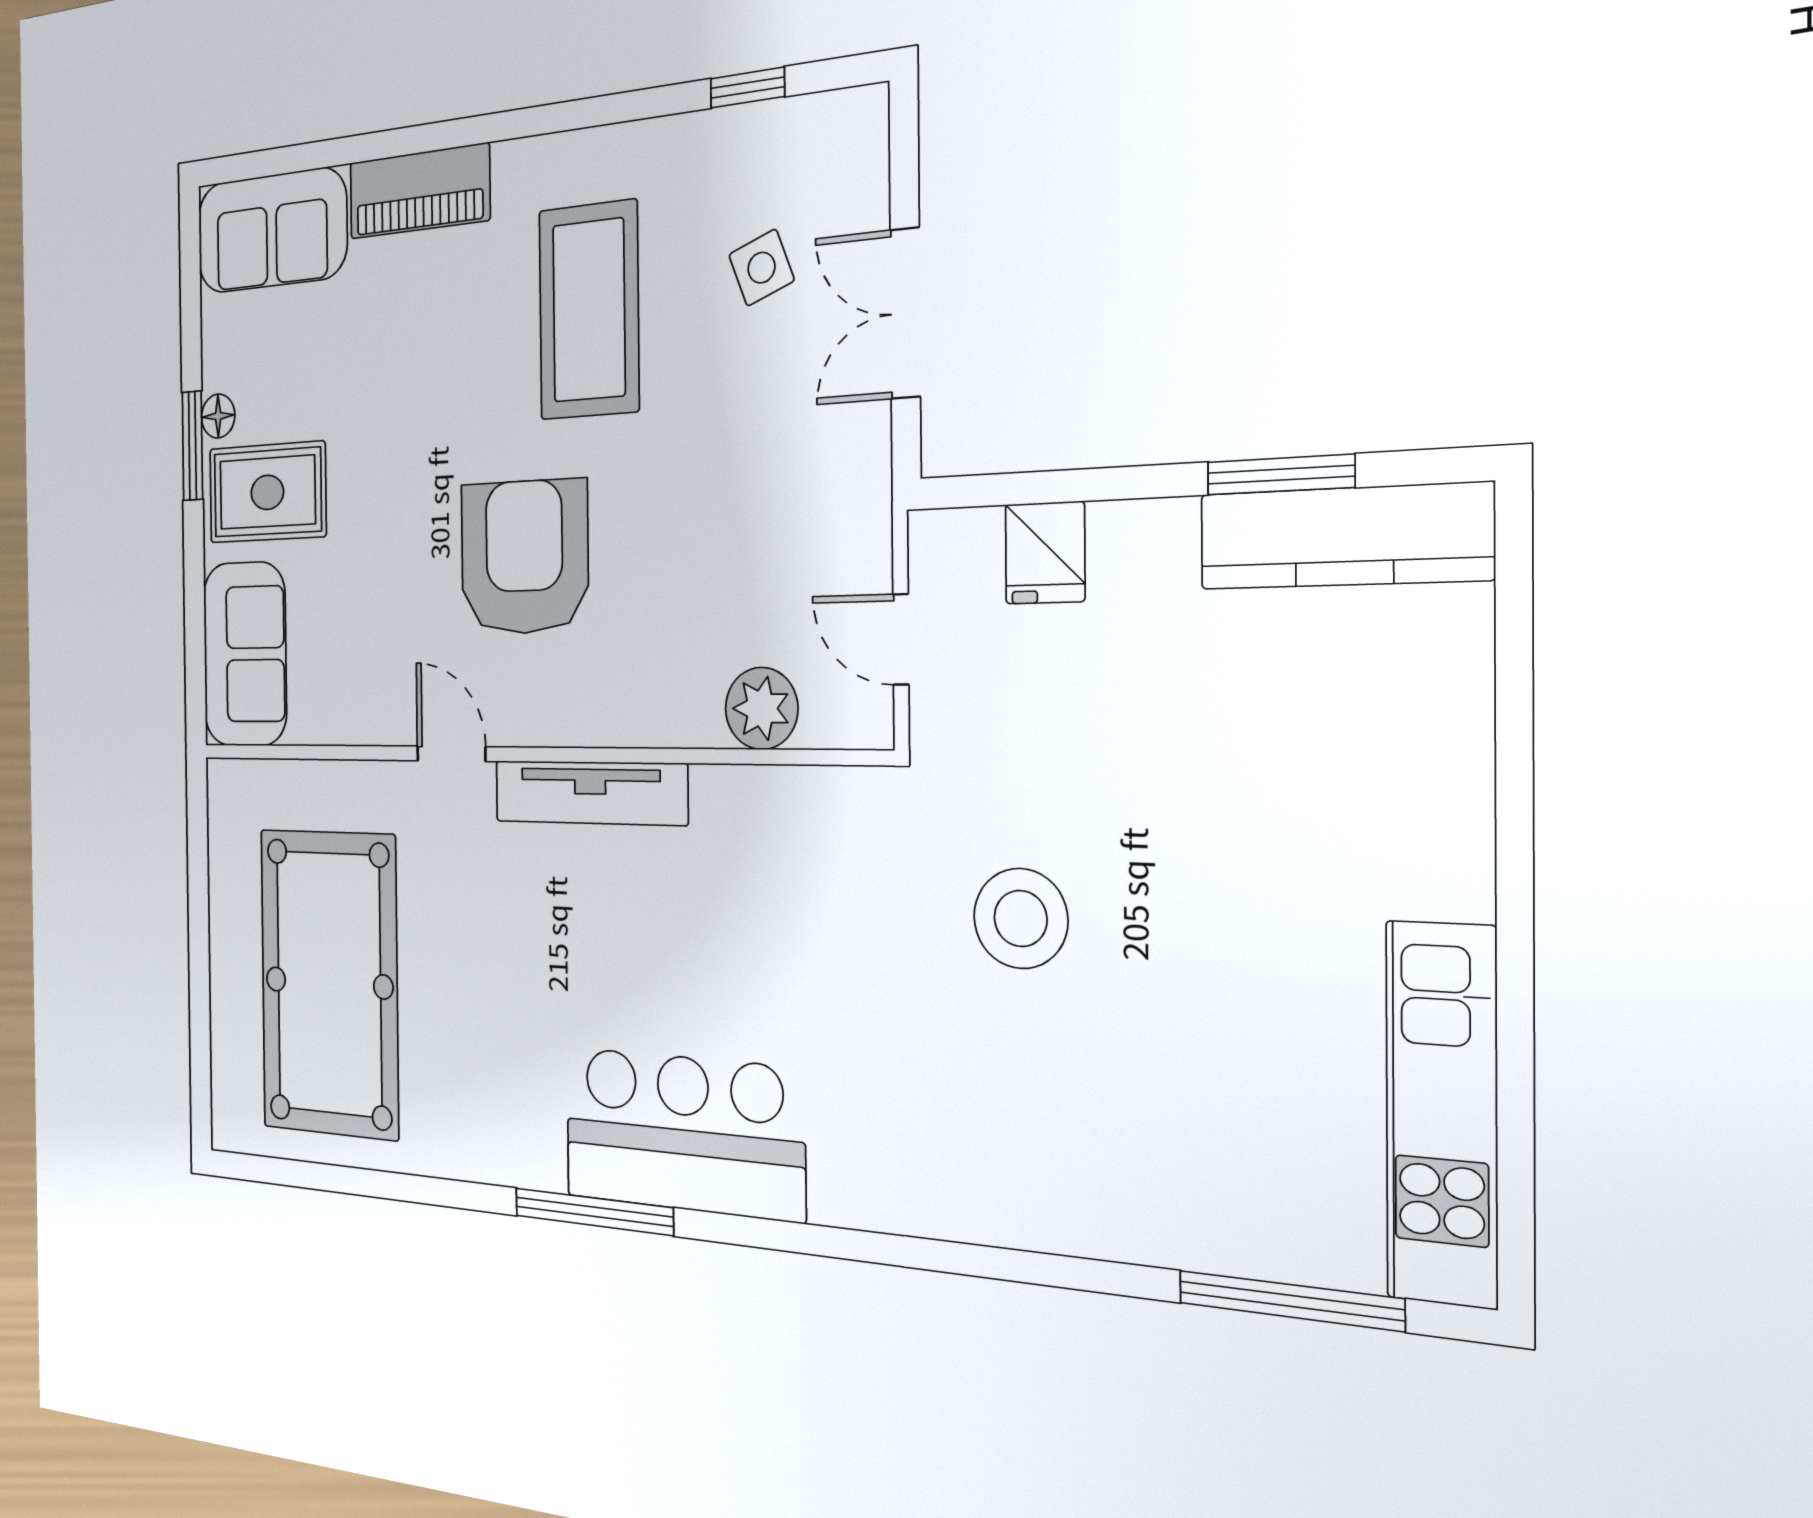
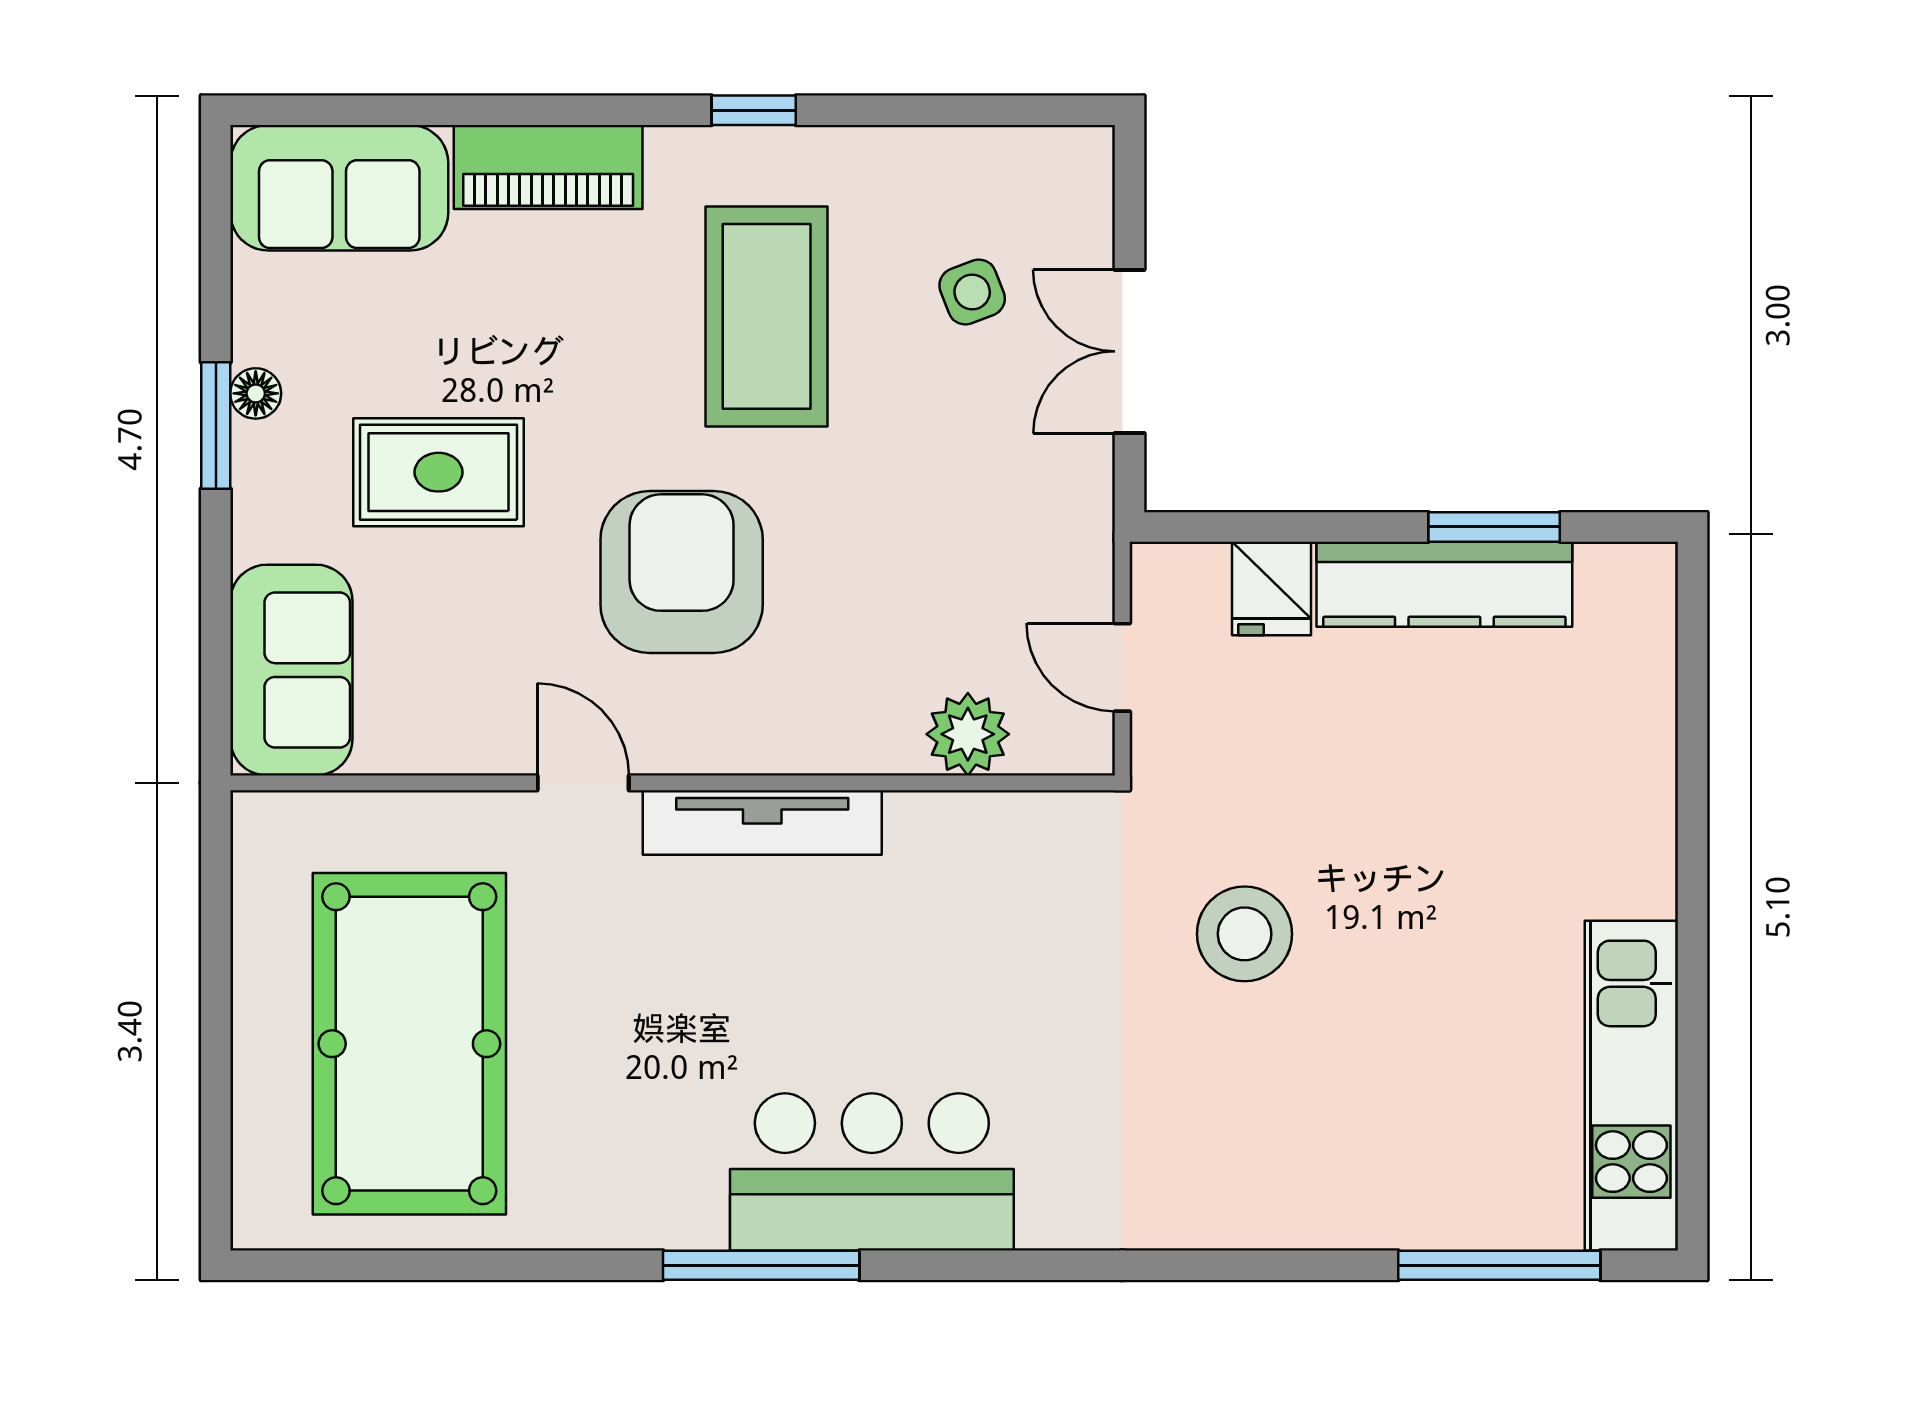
window: (747, 88) -> (754, 110), moved
rug: (267, 492) -> (438, 472), moved
kitchen counter: (1344, 536) -> (1444, 584), moved

